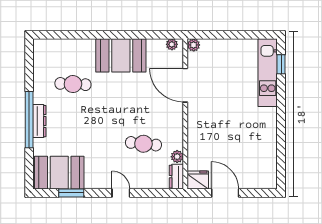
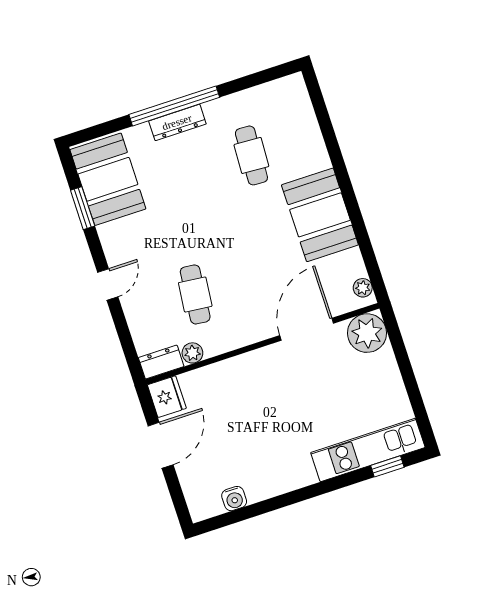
plant: (194, 45) -> (367, 333), width x1.87, depth x1.87
water cooler: (270, 160) -> (234, 499), added

